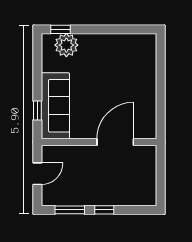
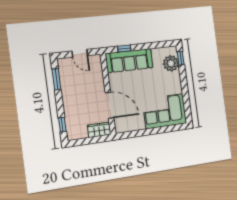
corner sofa: (135, 64) -> (165, 111), added
wardrobe: (147, 161) -> (99, 130), added
window: (104, 210) -> (62, 125), moved

